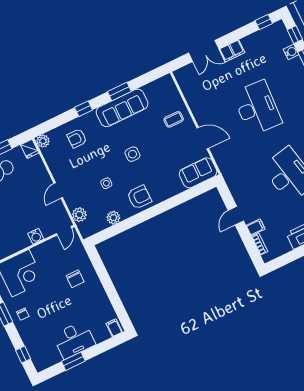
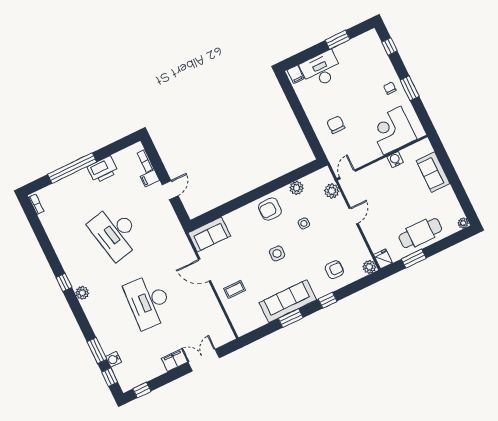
water cooler: (36, 236) -> (395, 160), moved
desk: (74, 340) -> (321, 69), moved

